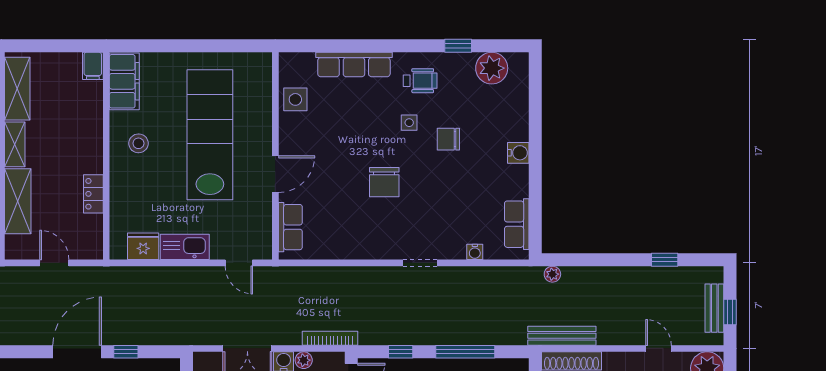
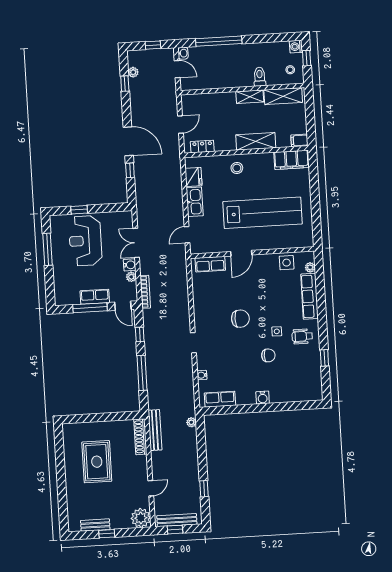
plant: (492, 68) -> (310, 267), moved, width x0.53, depth x0.53
wheelchair: (420, 81) -> (302, 336), turned 90
chair: (448, 139) -> (268, 355), turned 90
stool: (139, 143) -> (237, 168), moved
door: (275, 174) -> (241, 253), hinge flipped
chair: (384, 182) -> (240, 319), turned 180
locker: (93, 194) -> (202, 147), moved
shelving: (18, 201) -> (256, 141), moved
bench: (714, 308) -> (177, 520), width x1.36

